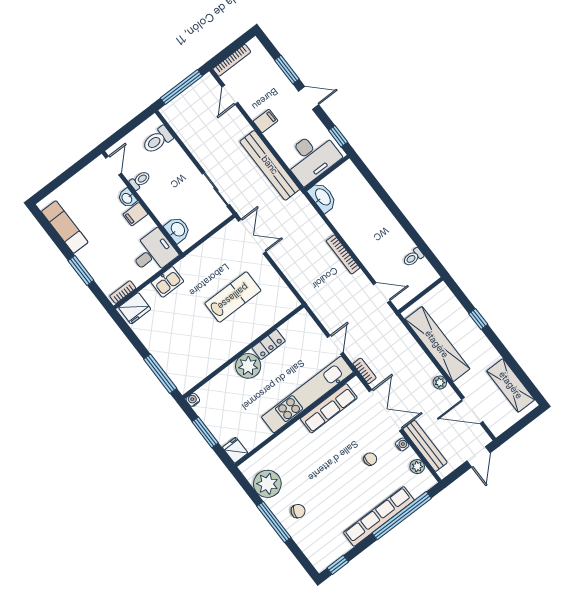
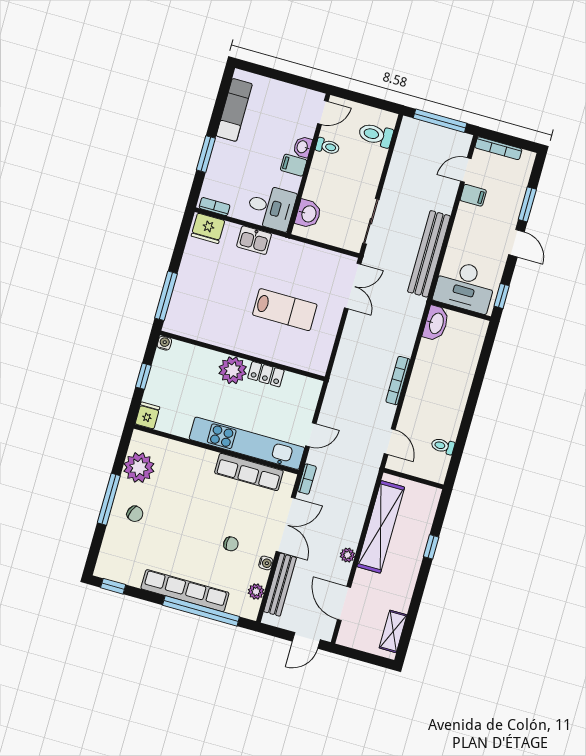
filing cabinet: (265, 121) -> (473, 195), moved
shelving: (511, 385) -> (393, 631), width x0.67, depth x0.75
window: (205, 432) -> (143, 376), width x0.67

